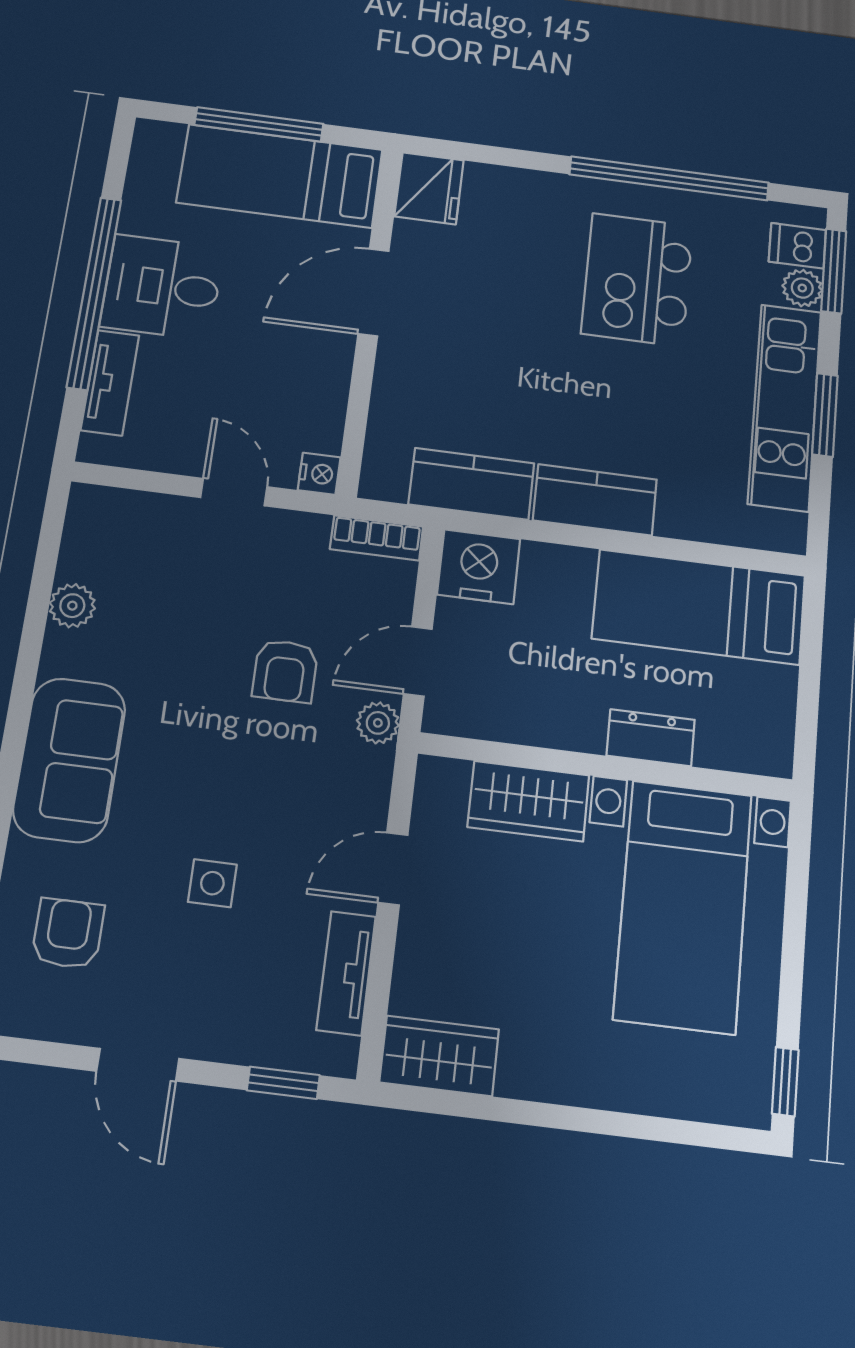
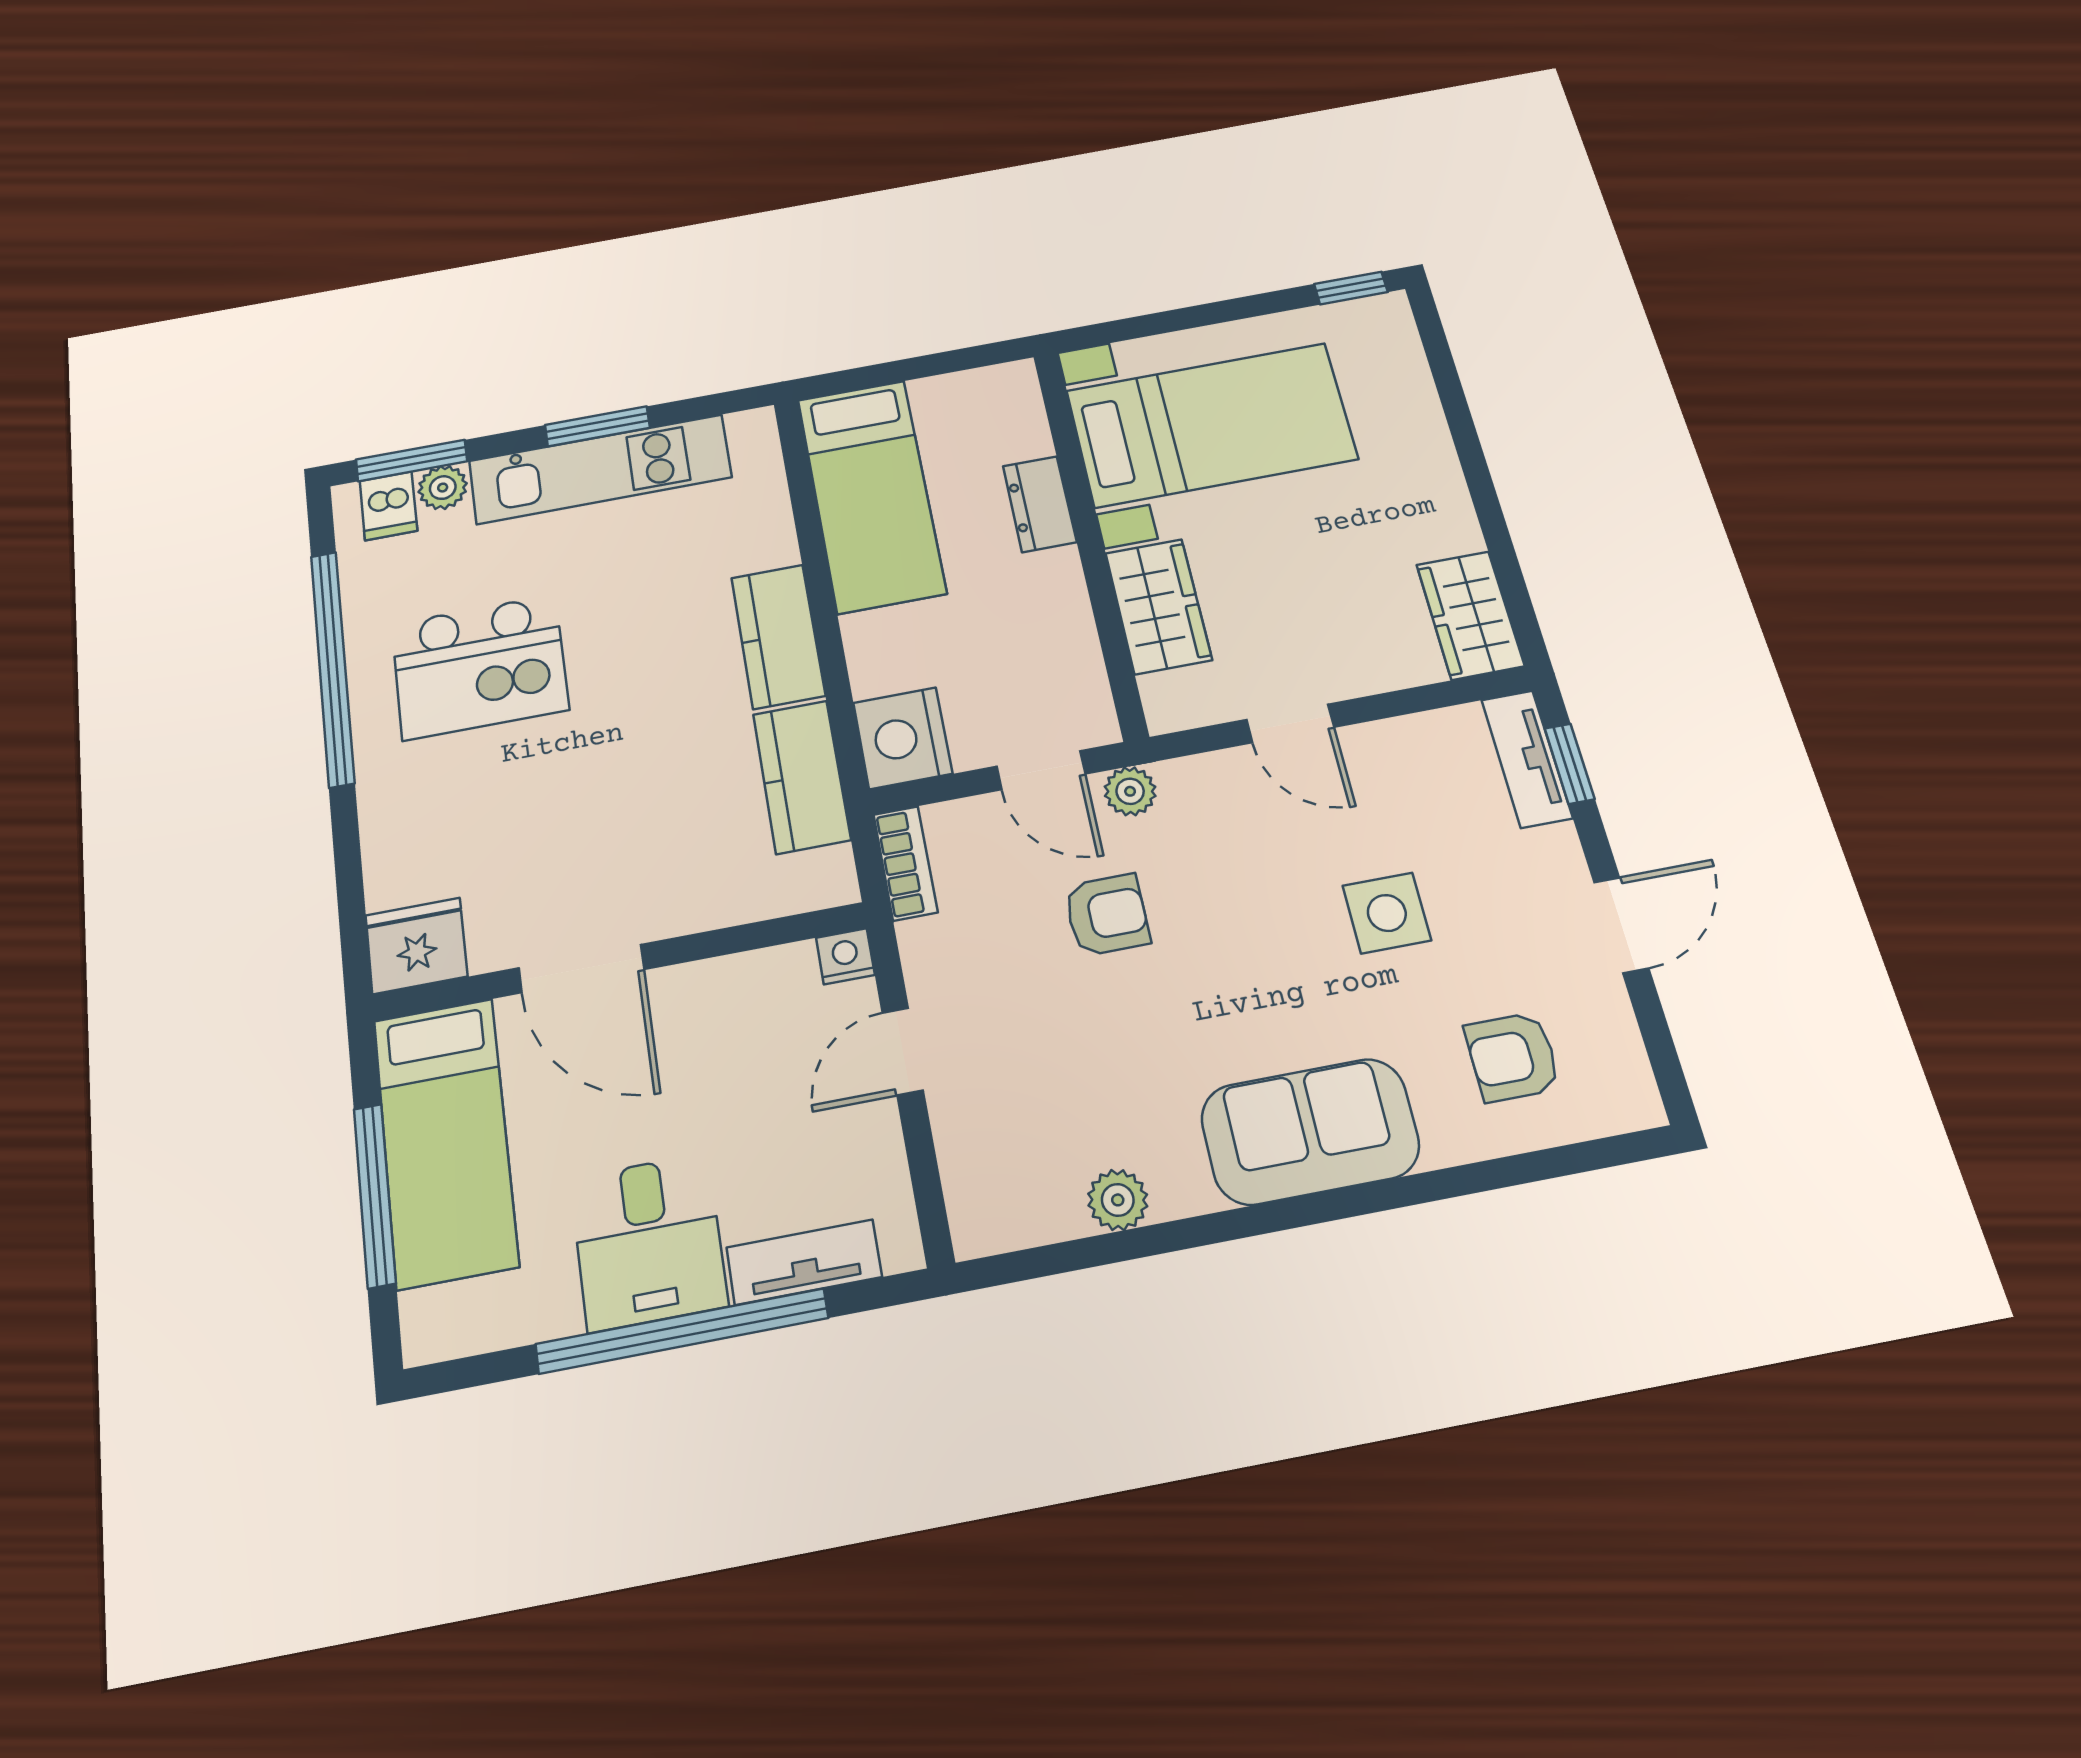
side table: (212, 883) -> (1387, 913), width x1.37, depth x1.37
tv unit: (346, 973) -> (1527, 759), moved, turned 90

